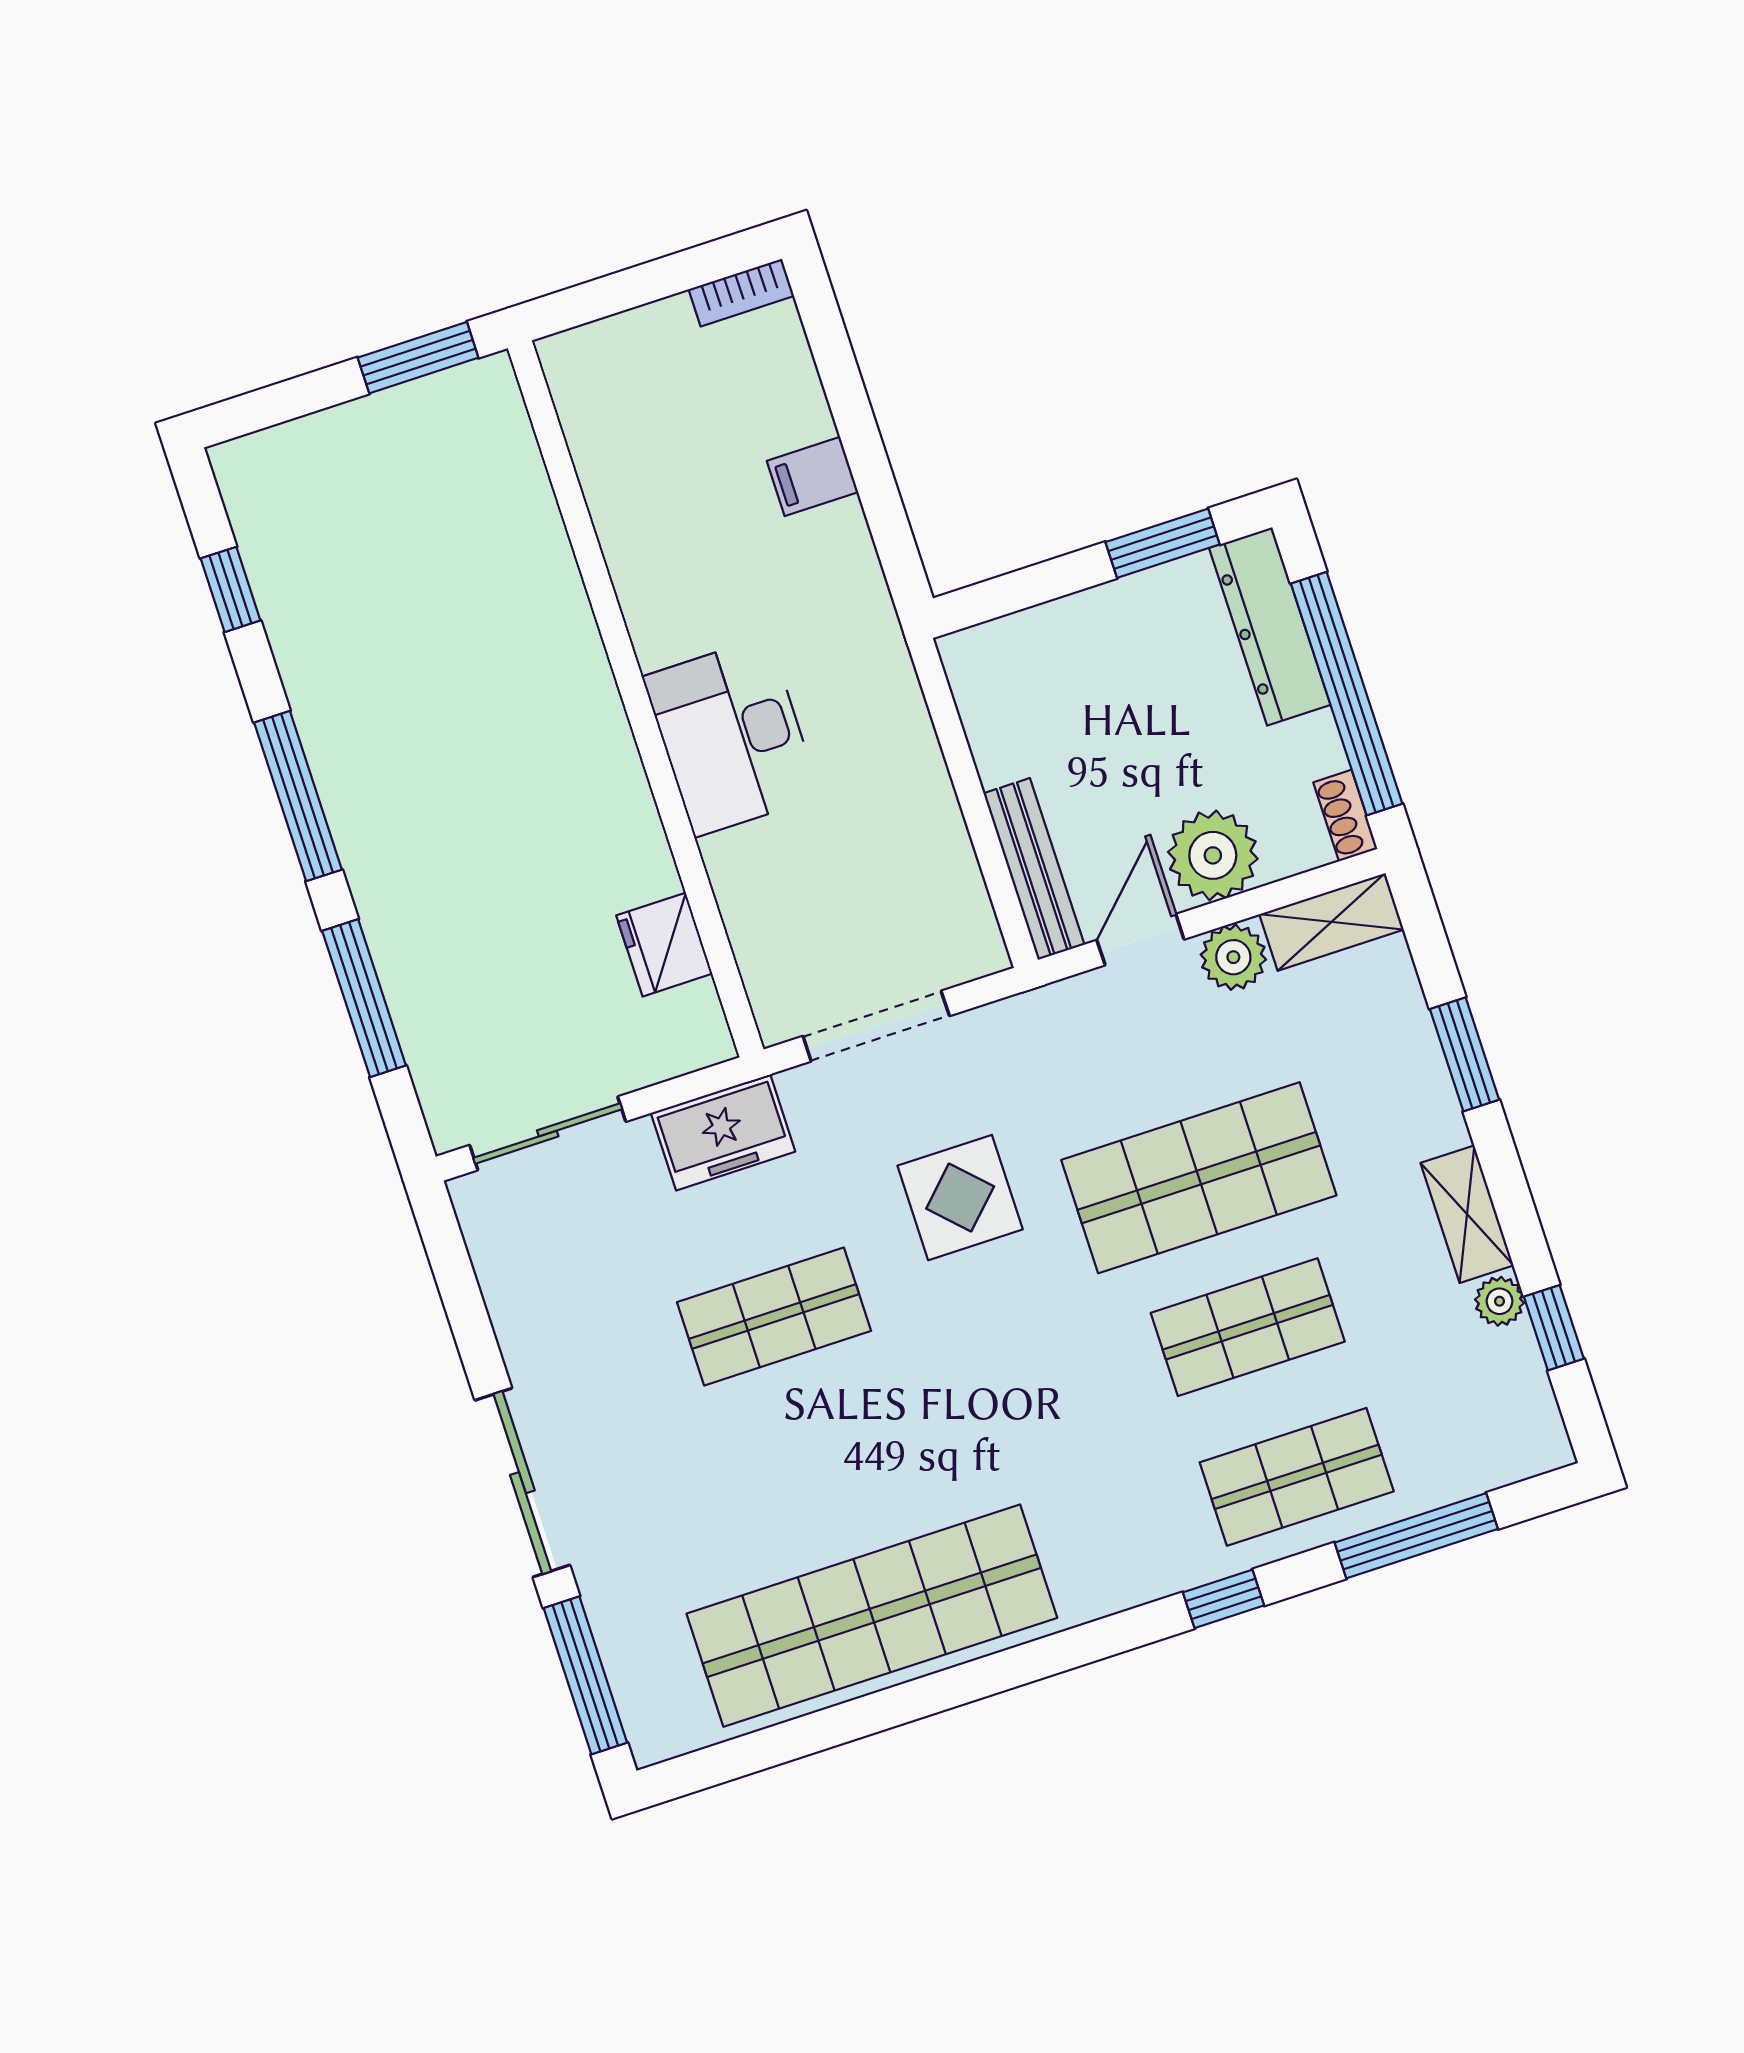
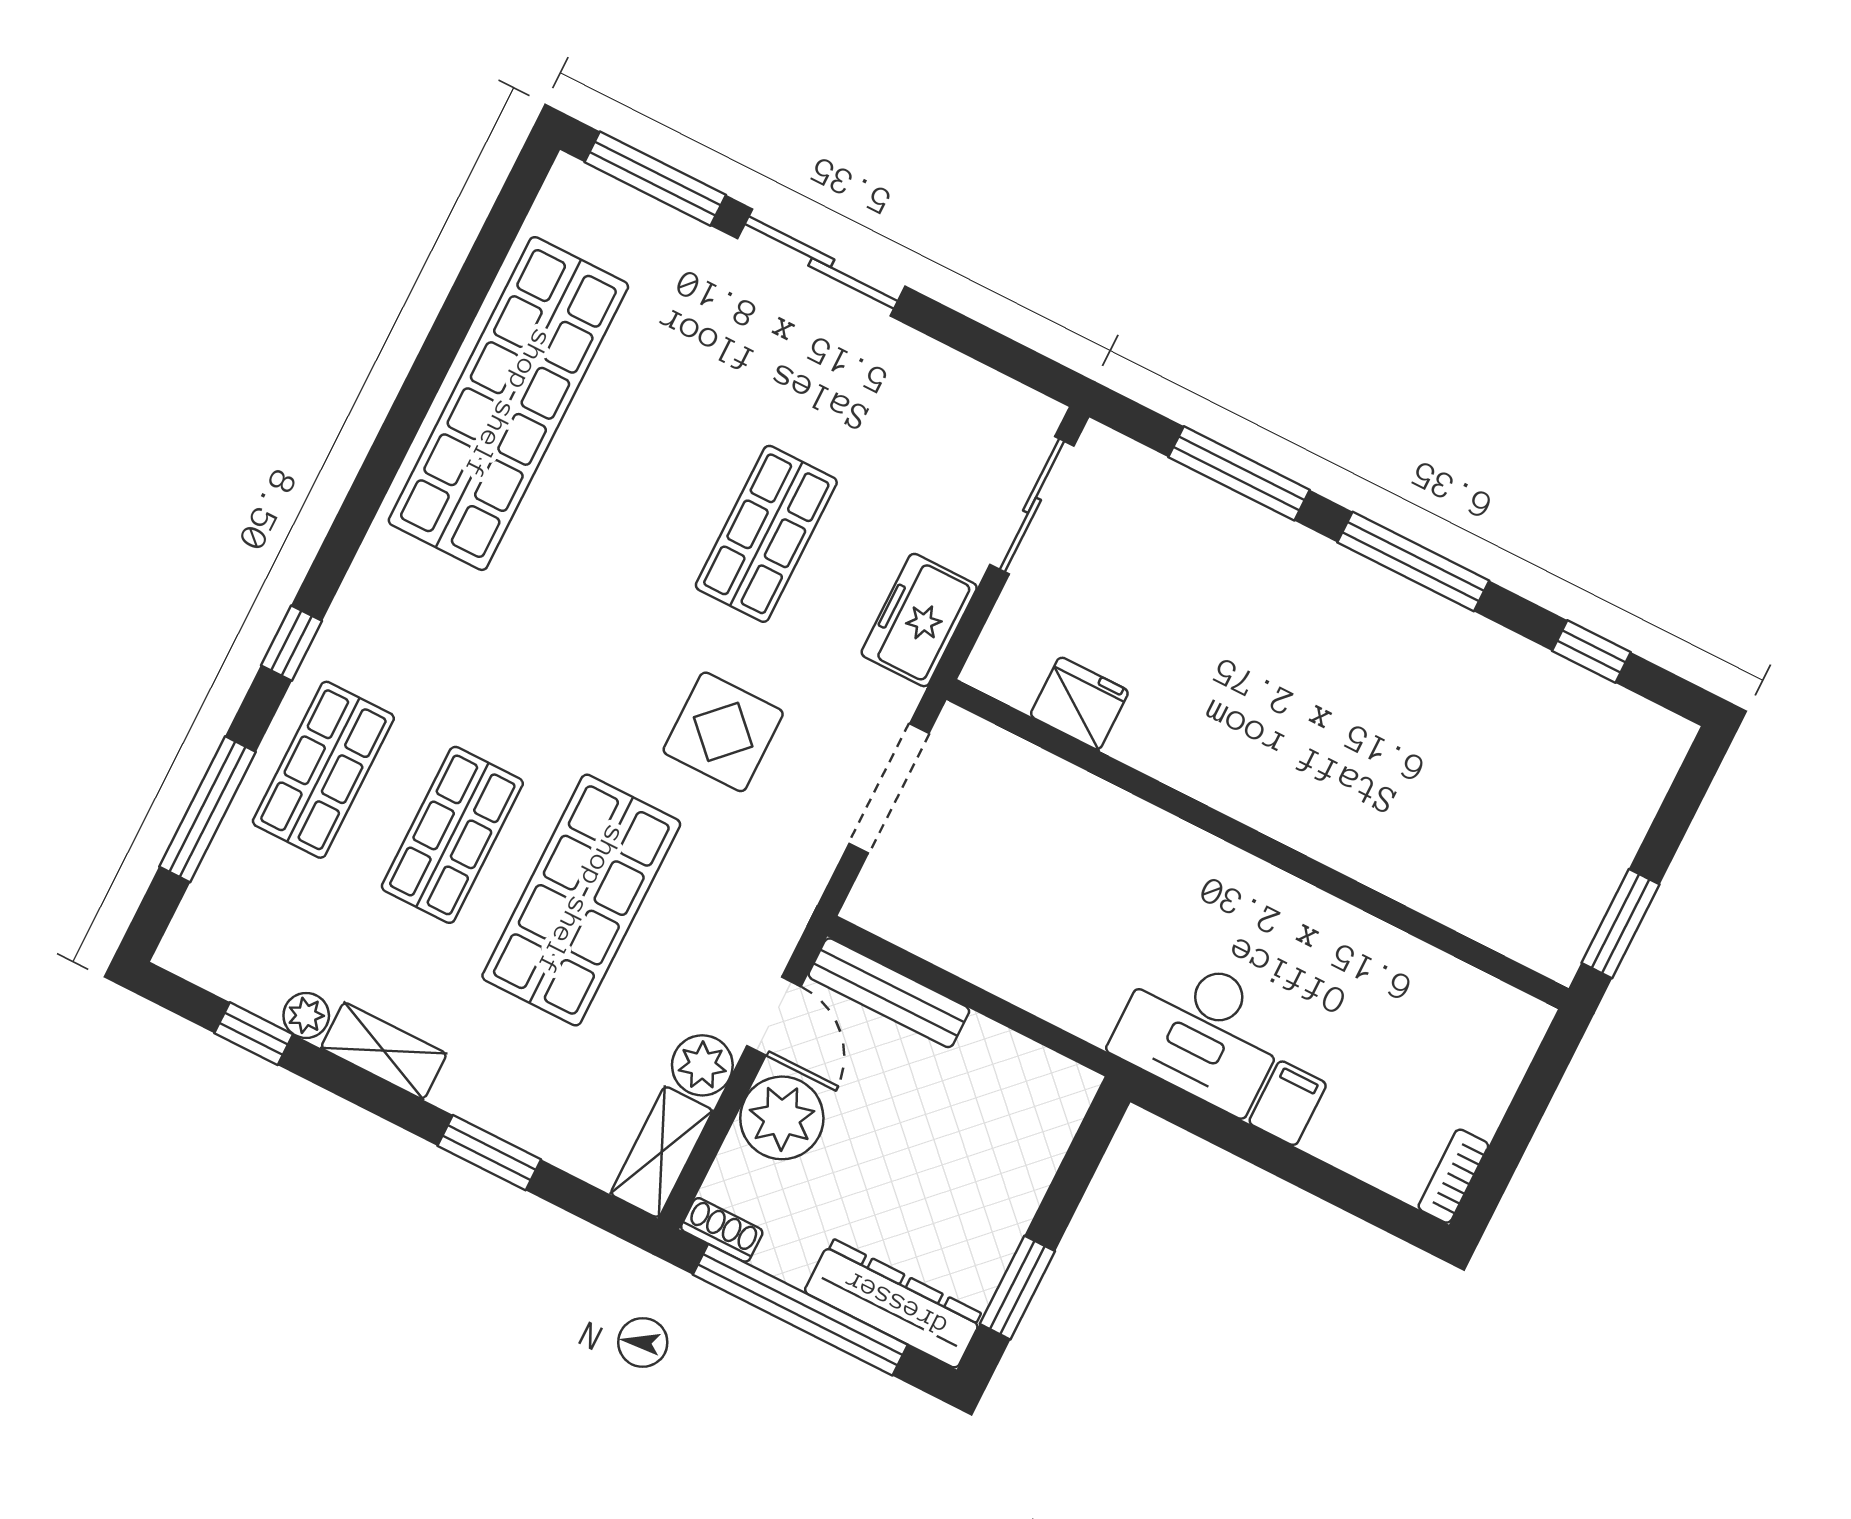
desk: (732, 737) -> (1202, 1031), moved, turned 180

